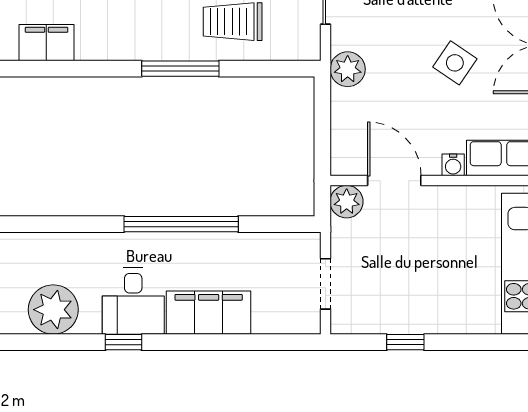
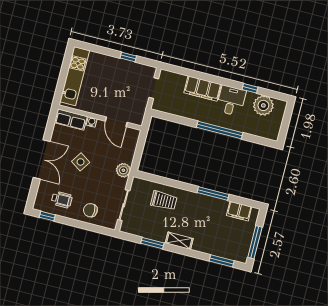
window: (180, 69) -> (213, 193), moved
plant: (347, 202) -> (137, 118), removed
window: (181, 224) -> (220, 130), moved
window: (123, 342) -> (250, 88), moved

